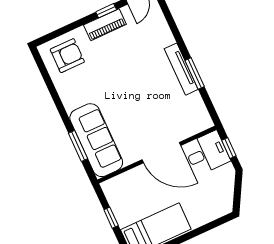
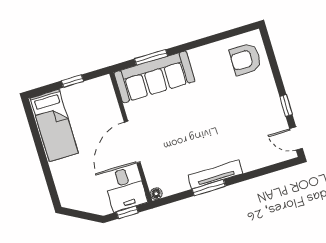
piano: (105, 25) -> (272, 102), removed
armchair: (67, 56) -> (245, 59), turned 90
floor lamp: (207, 123) -> (156, 194), added

